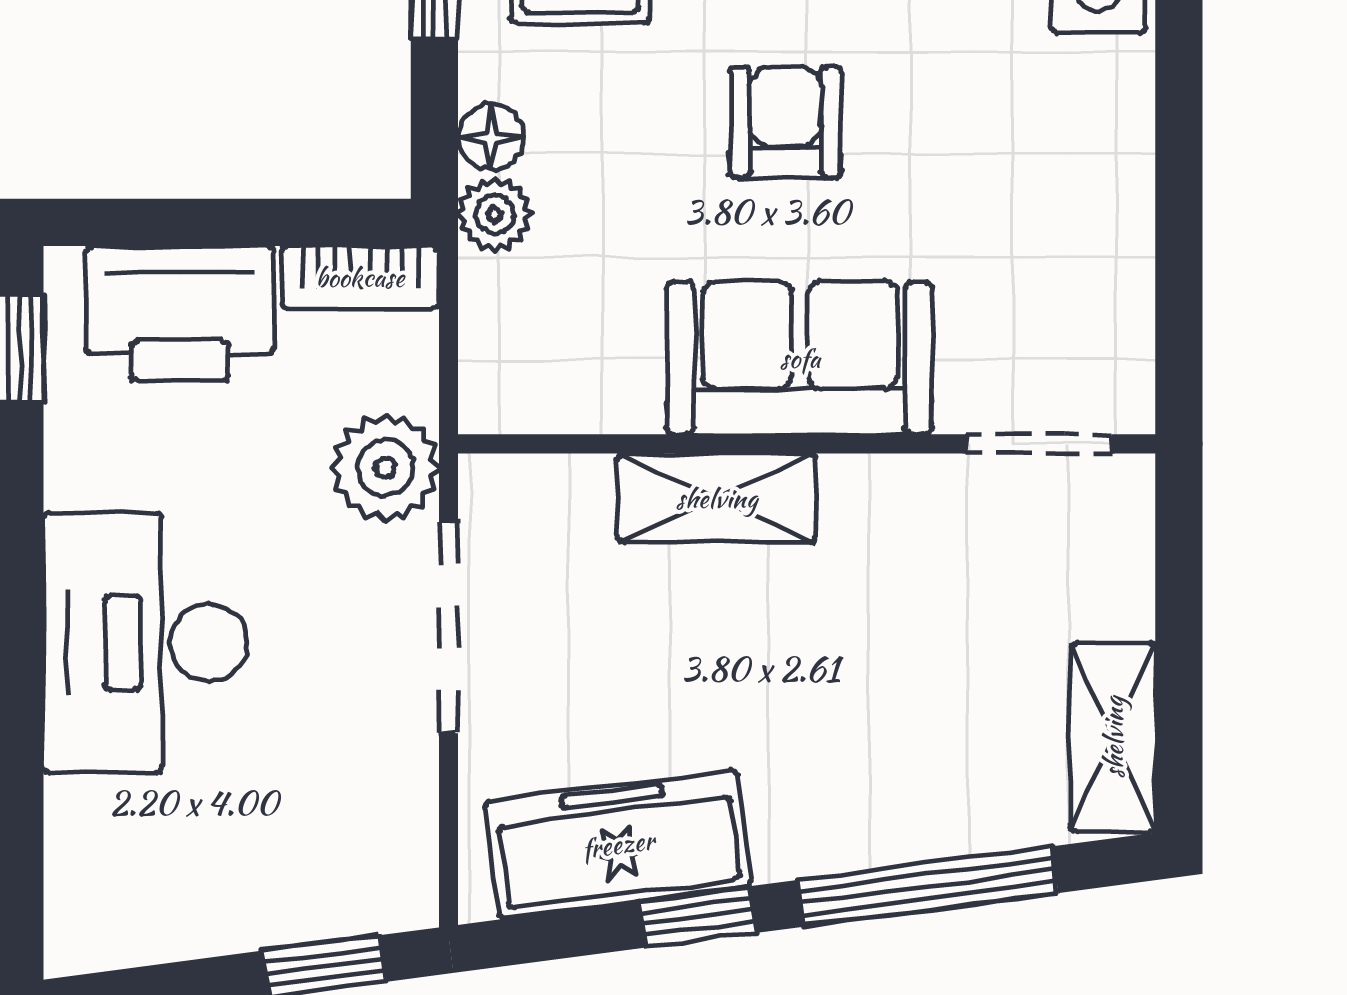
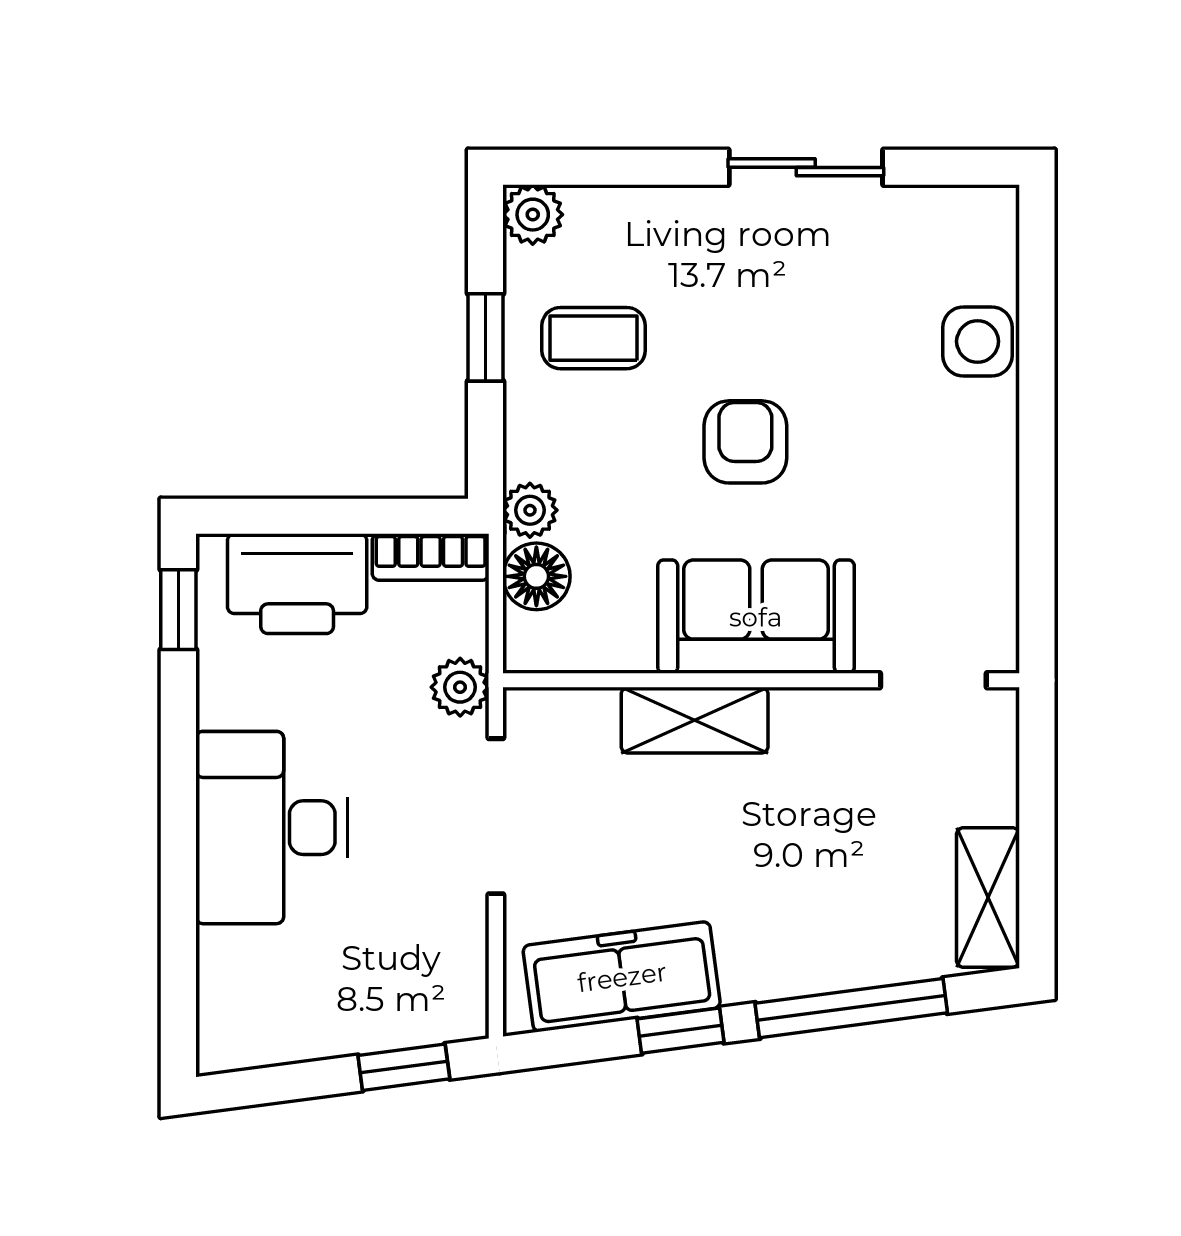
floor lamp: (491, 137) -> (536, 576), moved, width x1.37, depth x1.37
plant: (385, 468) -> (460, 687), width x0.73, depth x0.73

